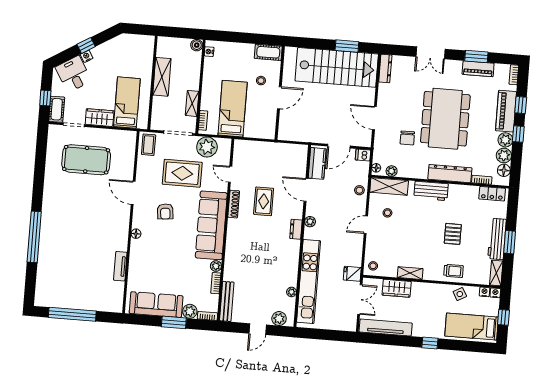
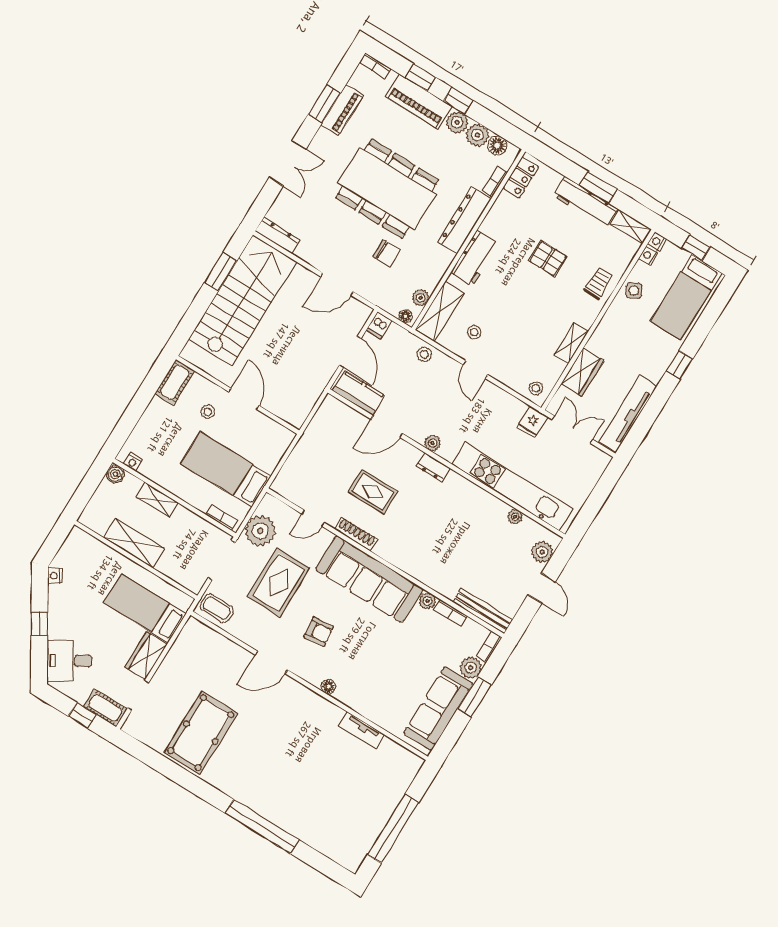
nightstand: (87, 56) -> (55, 576), moved
shelving: (192, 103) -> (157, 500), moved
pool table: (86, 160) -> (201, 733), moved

